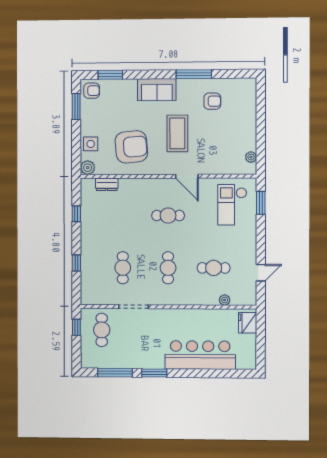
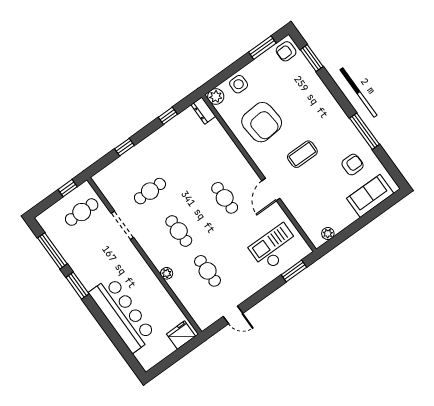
sofa: (157, 90) -> (370, 196), moved, turned 90
armchair: (92, 91) -> (286, 51), turned 90
armchair: (212, 101) -> (352, 165), turned -90
coffee table: (177, 133) -> (302, 154), width x0.73, depth x0.76
dresser: (107, 184) -> (203, 111), moved
cafe table: (168, 268) -> (179, 231), turned 90
plant: (225, 300) -> (167, 273), moved

